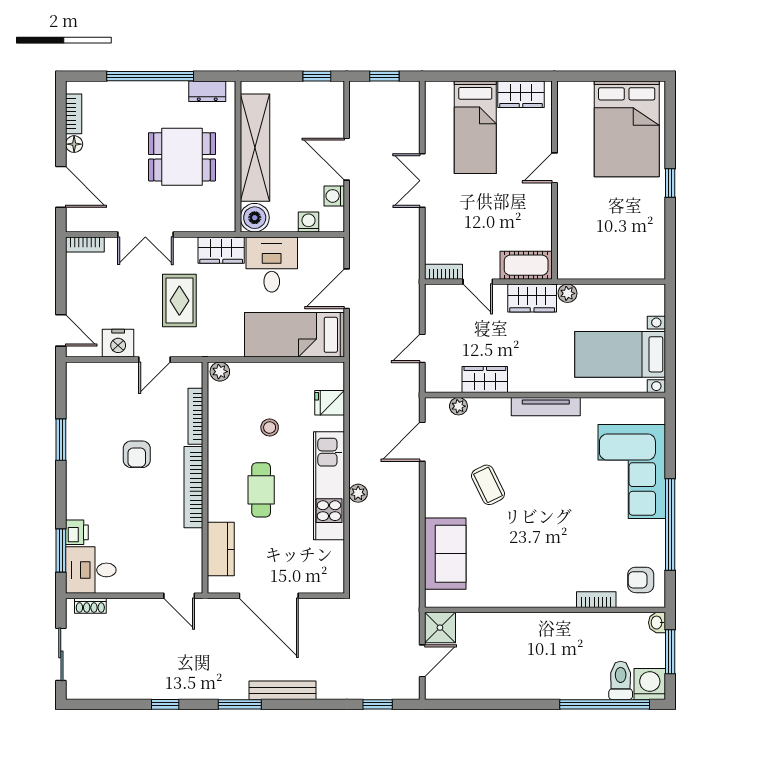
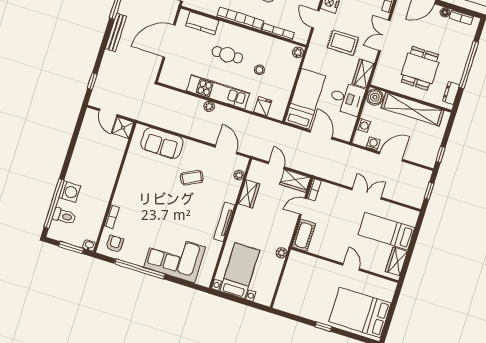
wardrobe: (532, 298) -> (295, 181), moved, turned -90
washing machine: (650, 684) -> (70, 192), moved

